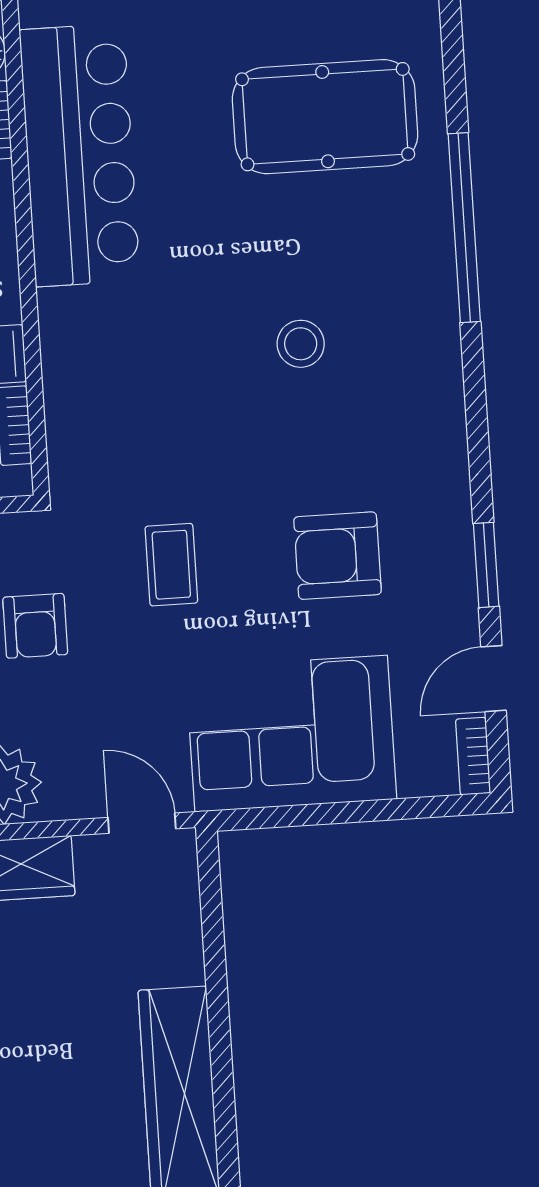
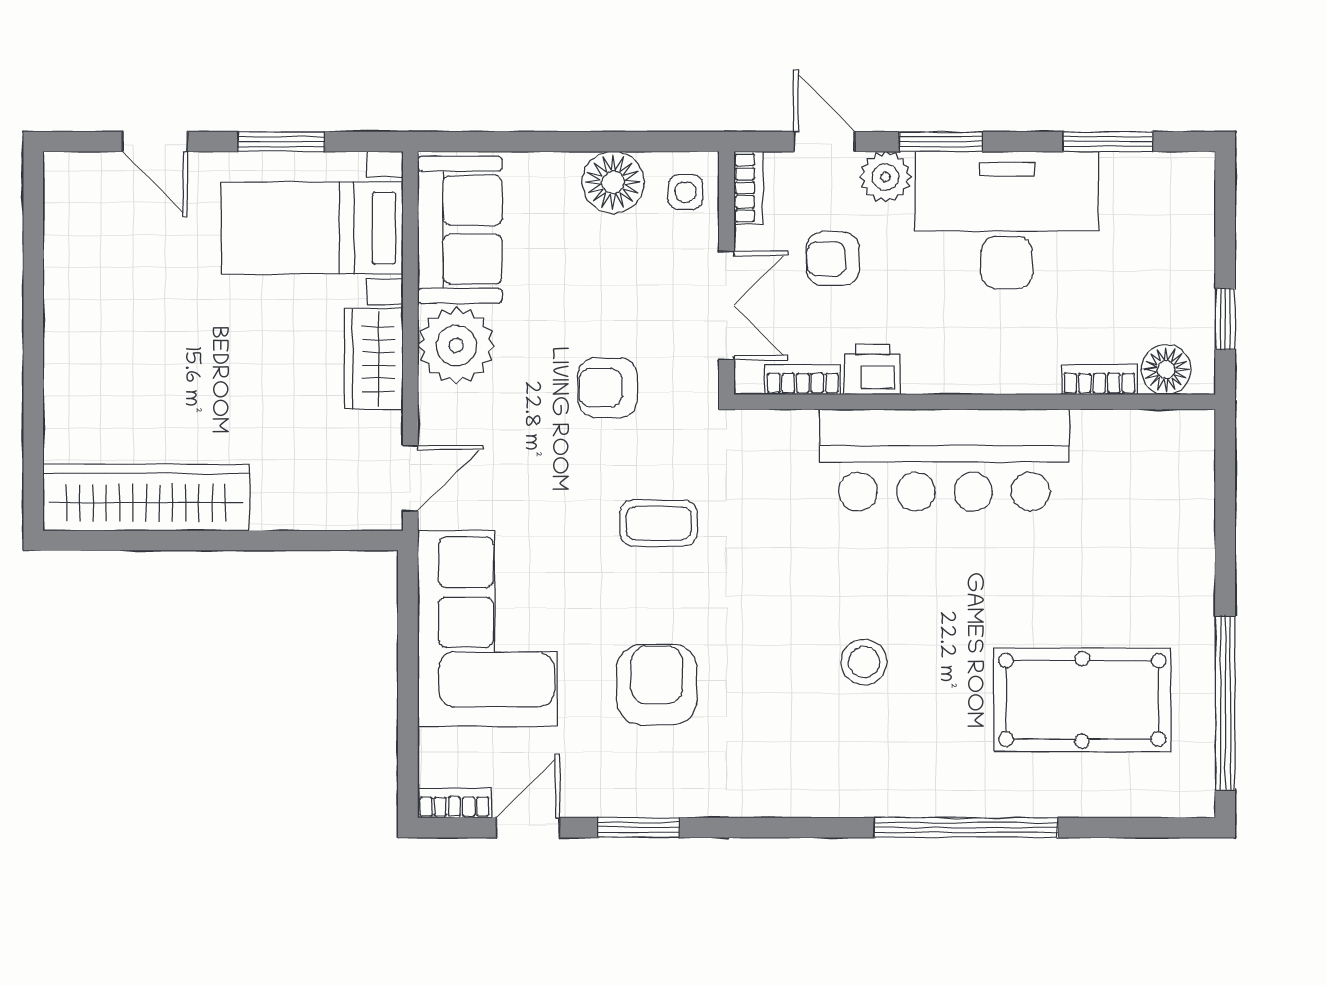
pool table: (325, 117) -> (1082, 700), turned 90
bar counter: (80, 155) -> (944, 460), moved
door: (493, 679) -> (528, 828), hinge flipped

